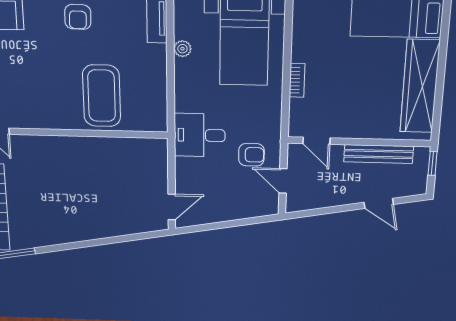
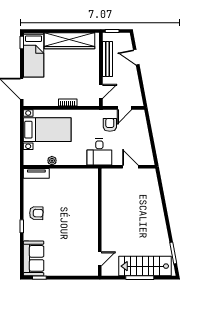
coffee table: (102, 96) -> (79, 202), removed
door: (379, 203) -> (136, 57), swing flipped
door: (172, 207) -> (130, 167), moved

